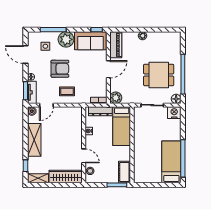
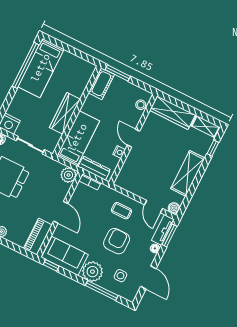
armchair: (60, 69) -> (117, 241), turned 90
door: (108, 69) -> (61, 212), swing flipped
door: (46, 105) -> (153, 207), swing flipped
wardrobe: (139, 139) -> (65, 113), added
door: (84, 156) -> (134, 138), moved

